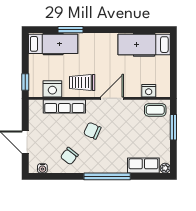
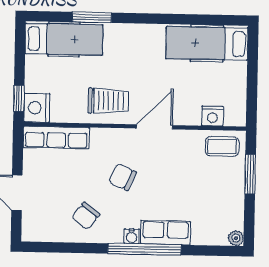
trolley: (82, 82) -> (108, 101), turned 180
nightstand: (52, 89) -> (37, 108), moved, turned 90
row of seats: (64, 106) -> (56, 137), moved
row of seats: (143, 166) -> (166, 233), moved
water cooler: (42, 168) -> (132, 236), moved

